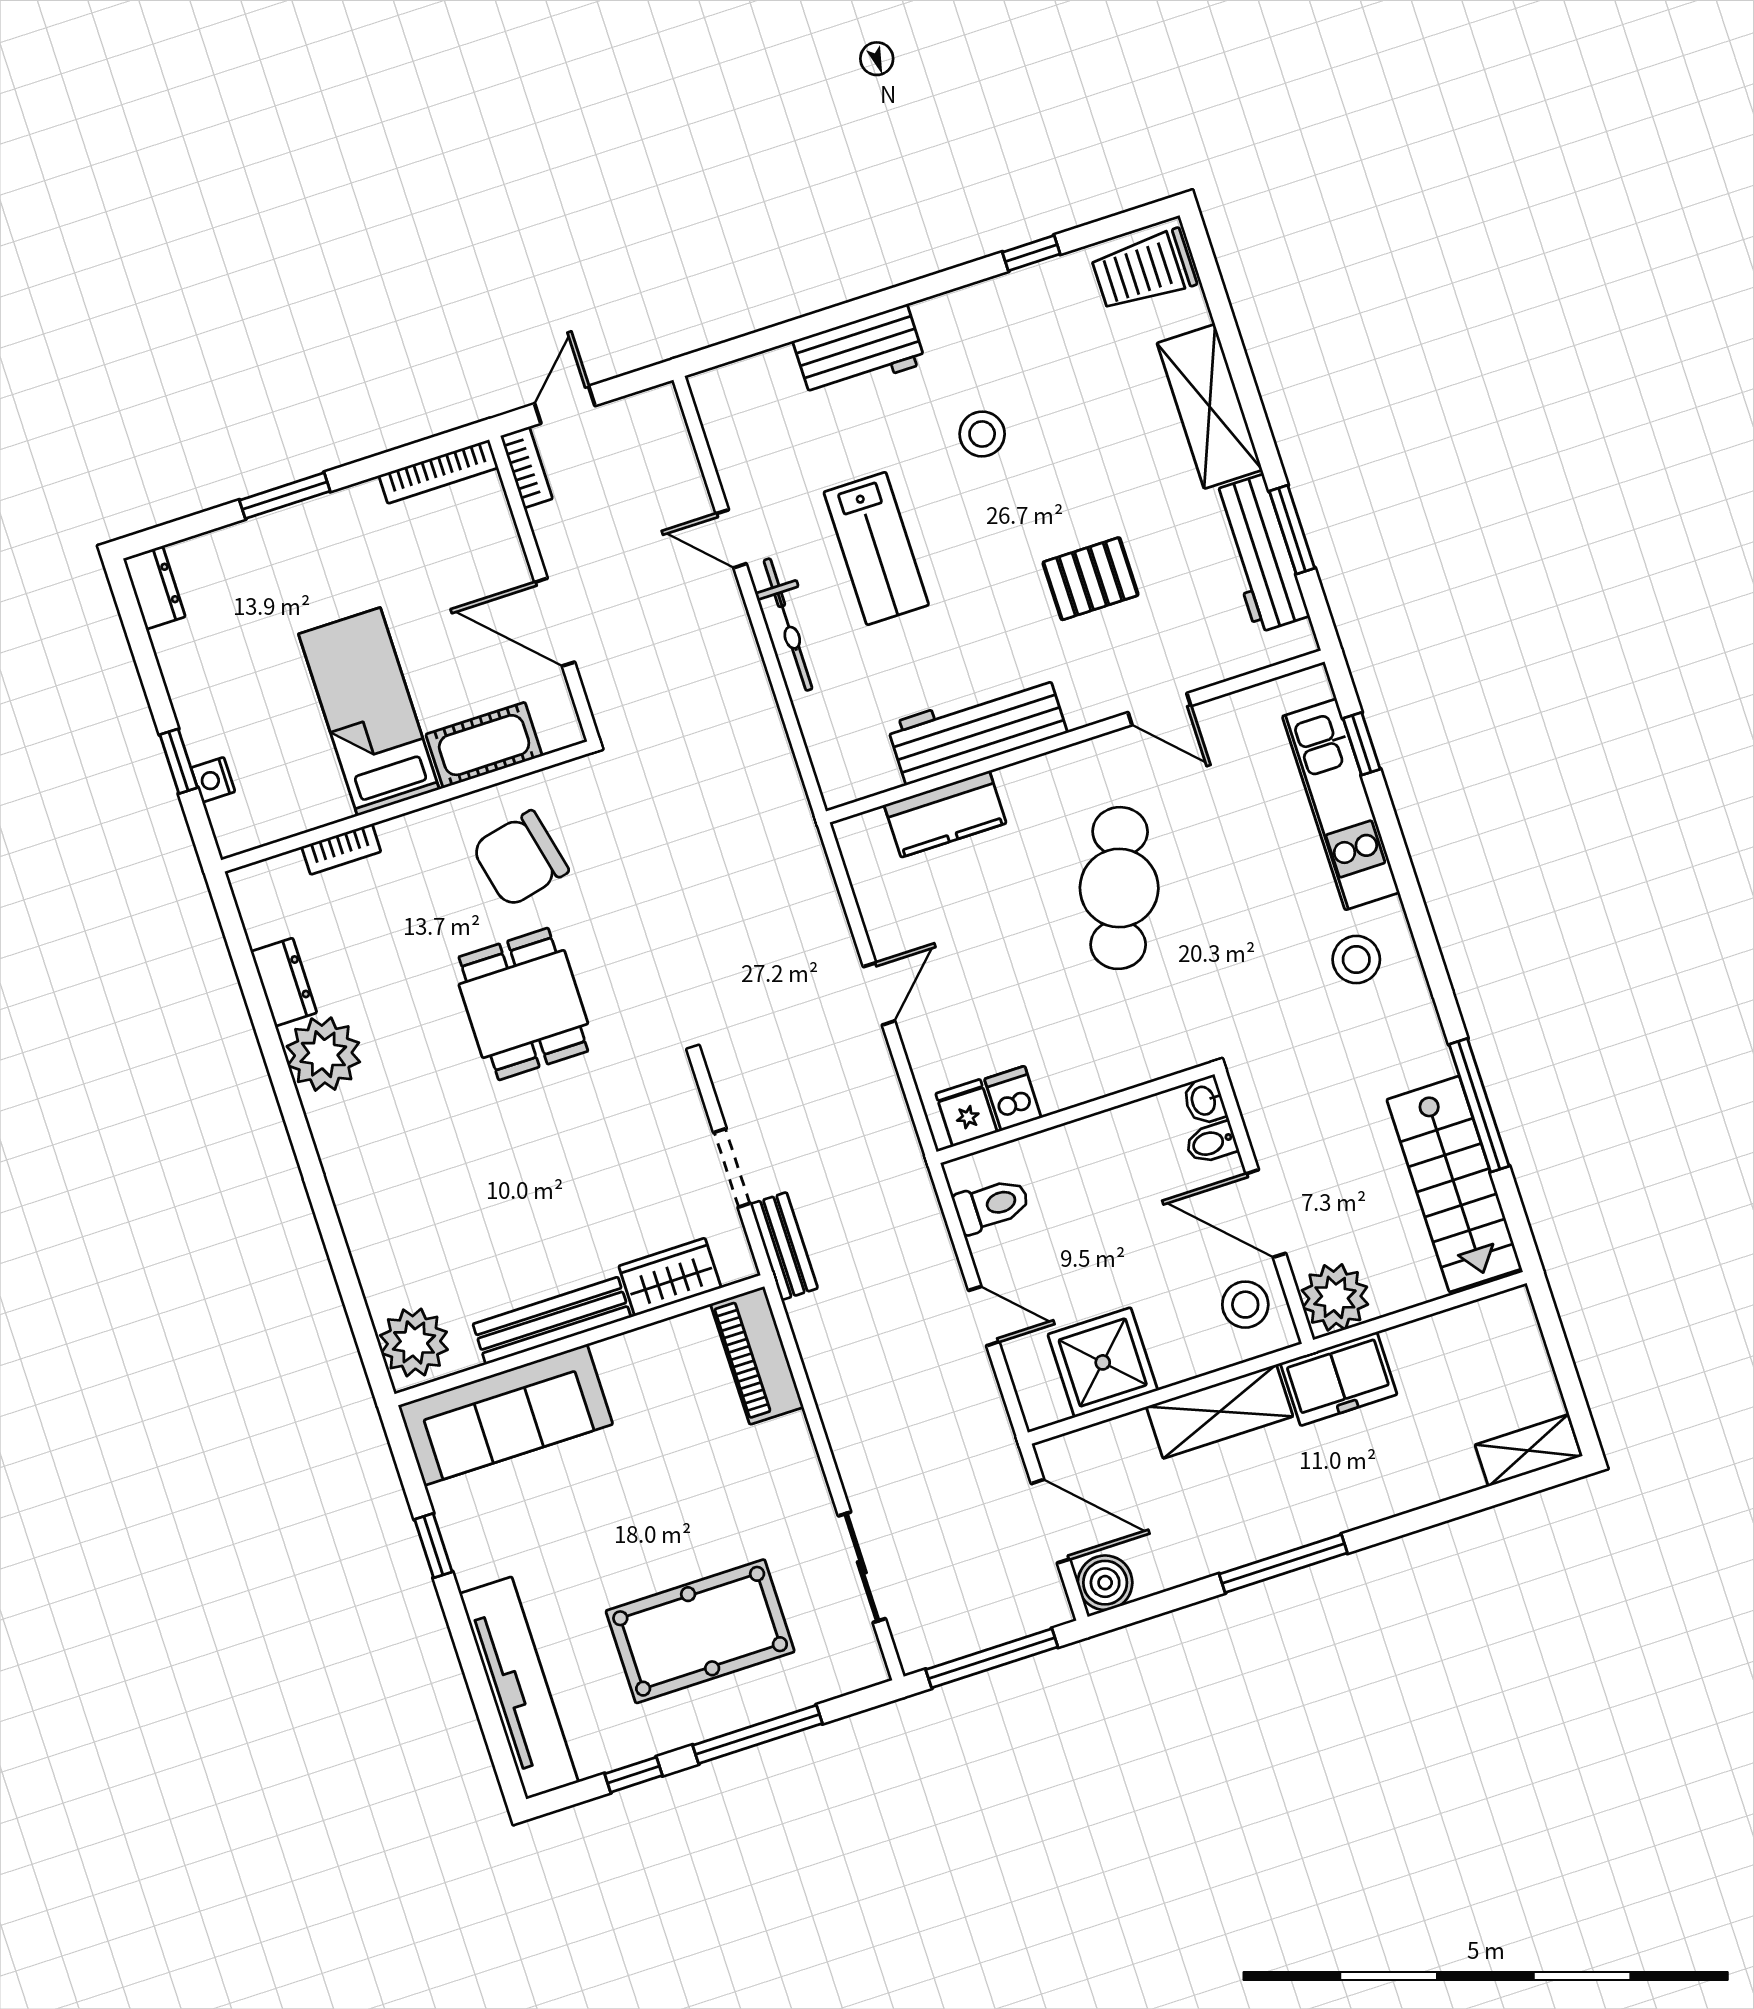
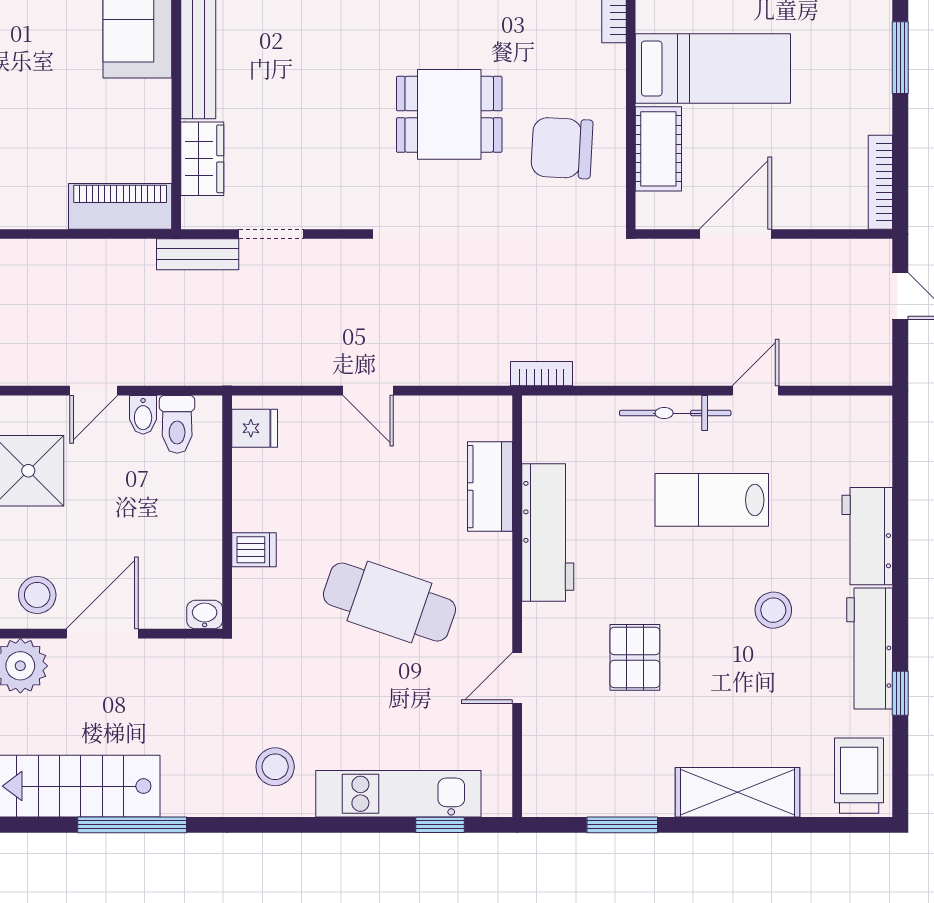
bookcase: (527, 467) -> (542, 374), moved, turned 180
workbench: (1260, 554) -> (870, 649), moved, turned -90
chair: (520, 859) -> (562, 148), turned -74
dishwasher: (1013, 1098) -> (254, 550), moved
bidet: (1211, 1143) -> (143, 415), moved, turned 180

